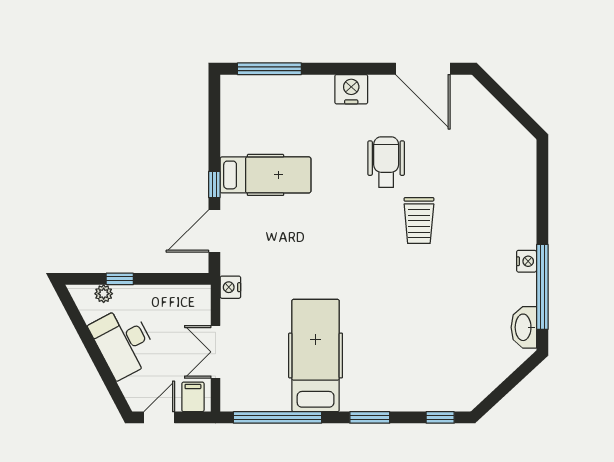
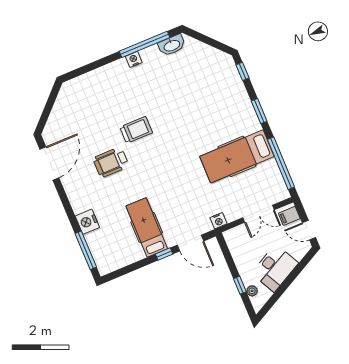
nightstand: (351, 89) -> (87, 222), moved

